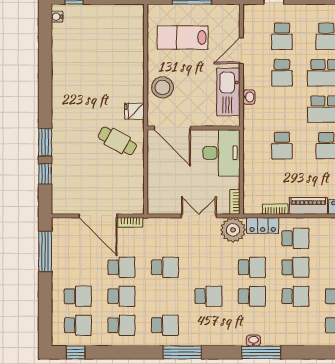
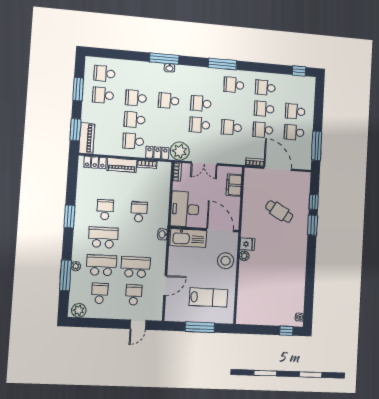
school desk: (282, 73) -> (135, 267), width x1.85
kitchen sink: (228, 92) -> (188, 238), moved, turned 90
plant: (137, 95) -> (244, 256), added
washbasin: (249, 97) -> (163, 234), moved
cafe table: (117, 141) -> (279, 212), moved
filing cabinet: (157, 190) -> (234, 185), added
school desk: (252, 267) -> (200, 125), moved
school desk: (78, 325) -> (294, 132), moved

